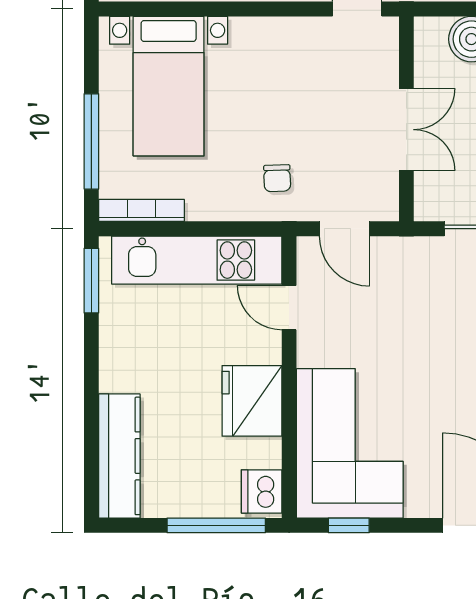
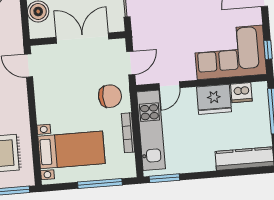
double door: (406, 130) -> (82, 38), width x1.37
chair: (277, 178) -> (110, 96), width x1.87, depth x1.87
bookcase: (142, 210) -> (128, 133), moved
dishwasher: (262, 491) -> (241, 93), moved

